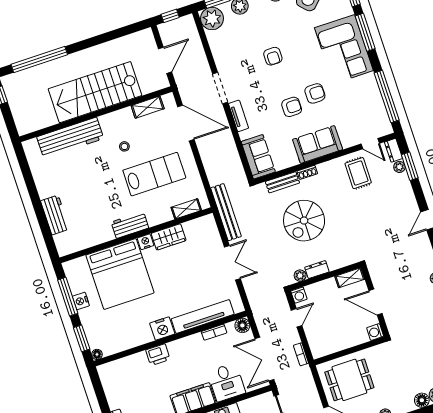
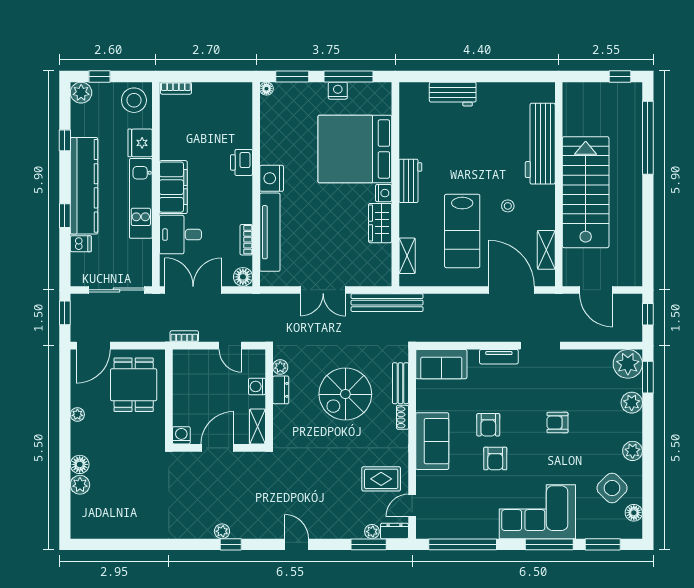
door: (186, 123) -> (511, 290), swing flipped
spiral stairs: (304, 221) -> (345, 394), turned -90
washing machine: (299, 295) -> (257, 386), moved

